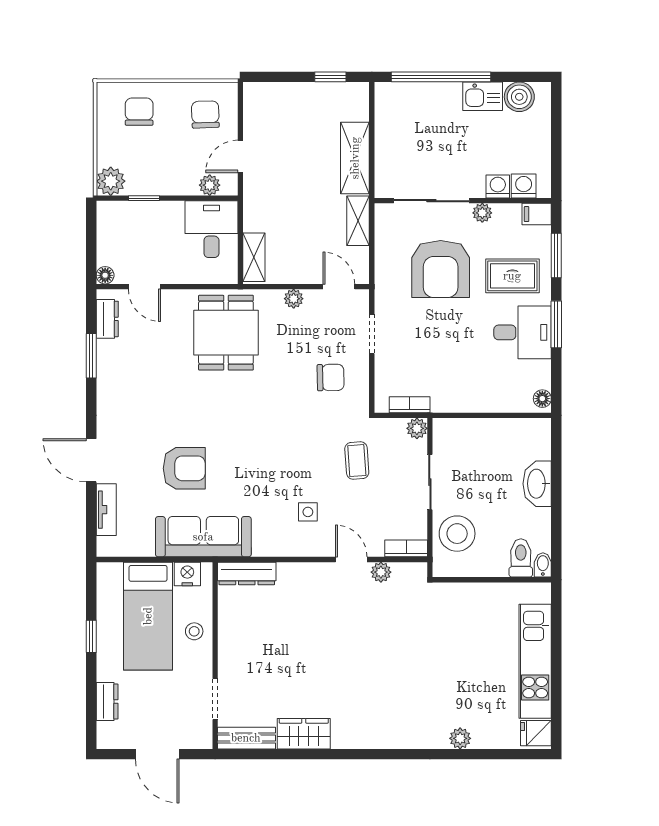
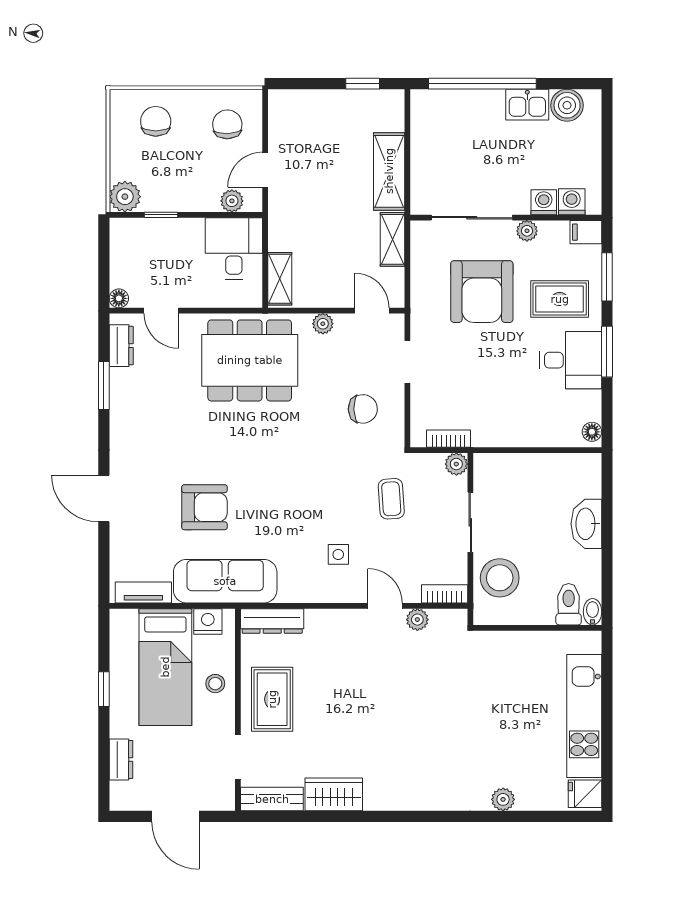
dining table: (226, 333) -> (250, 360), width x1.38
tv unit: (106, 510) -> (143, 592), moved, turned -90
rug: (247, 646) -> (272, 699), added

